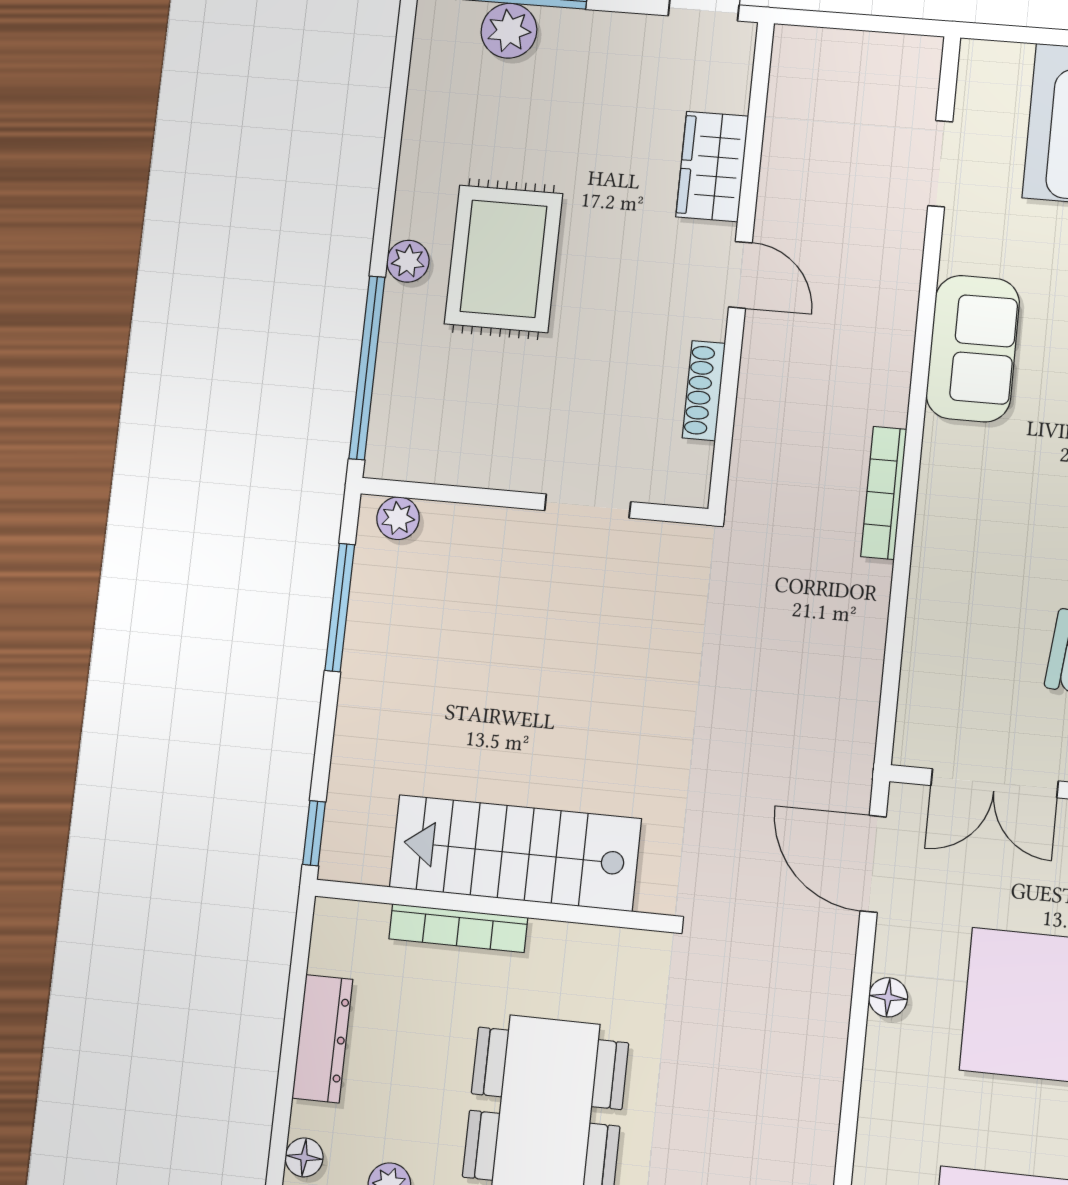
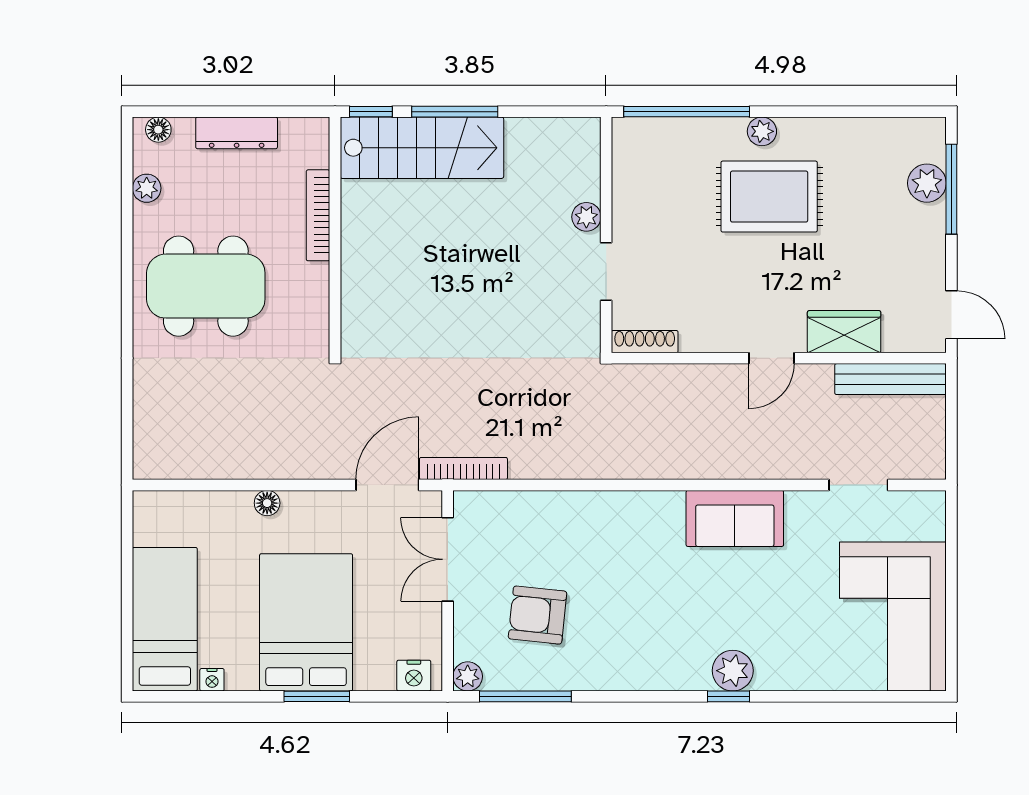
bench: (789, 105) -> (890, 379), added
shoe rack: (704, 391) -> (645, 342), moved
bookcase: (884, 493) -> (463, 468), moved
plant: (398, 518) -> (586, 217), moved
window: (340, 607) -> (455, 112), moved
stairs: (515, 853) -> (422, 148), moved, turned 90
floor lamp: (888, 997) -> (267, 503), moved

